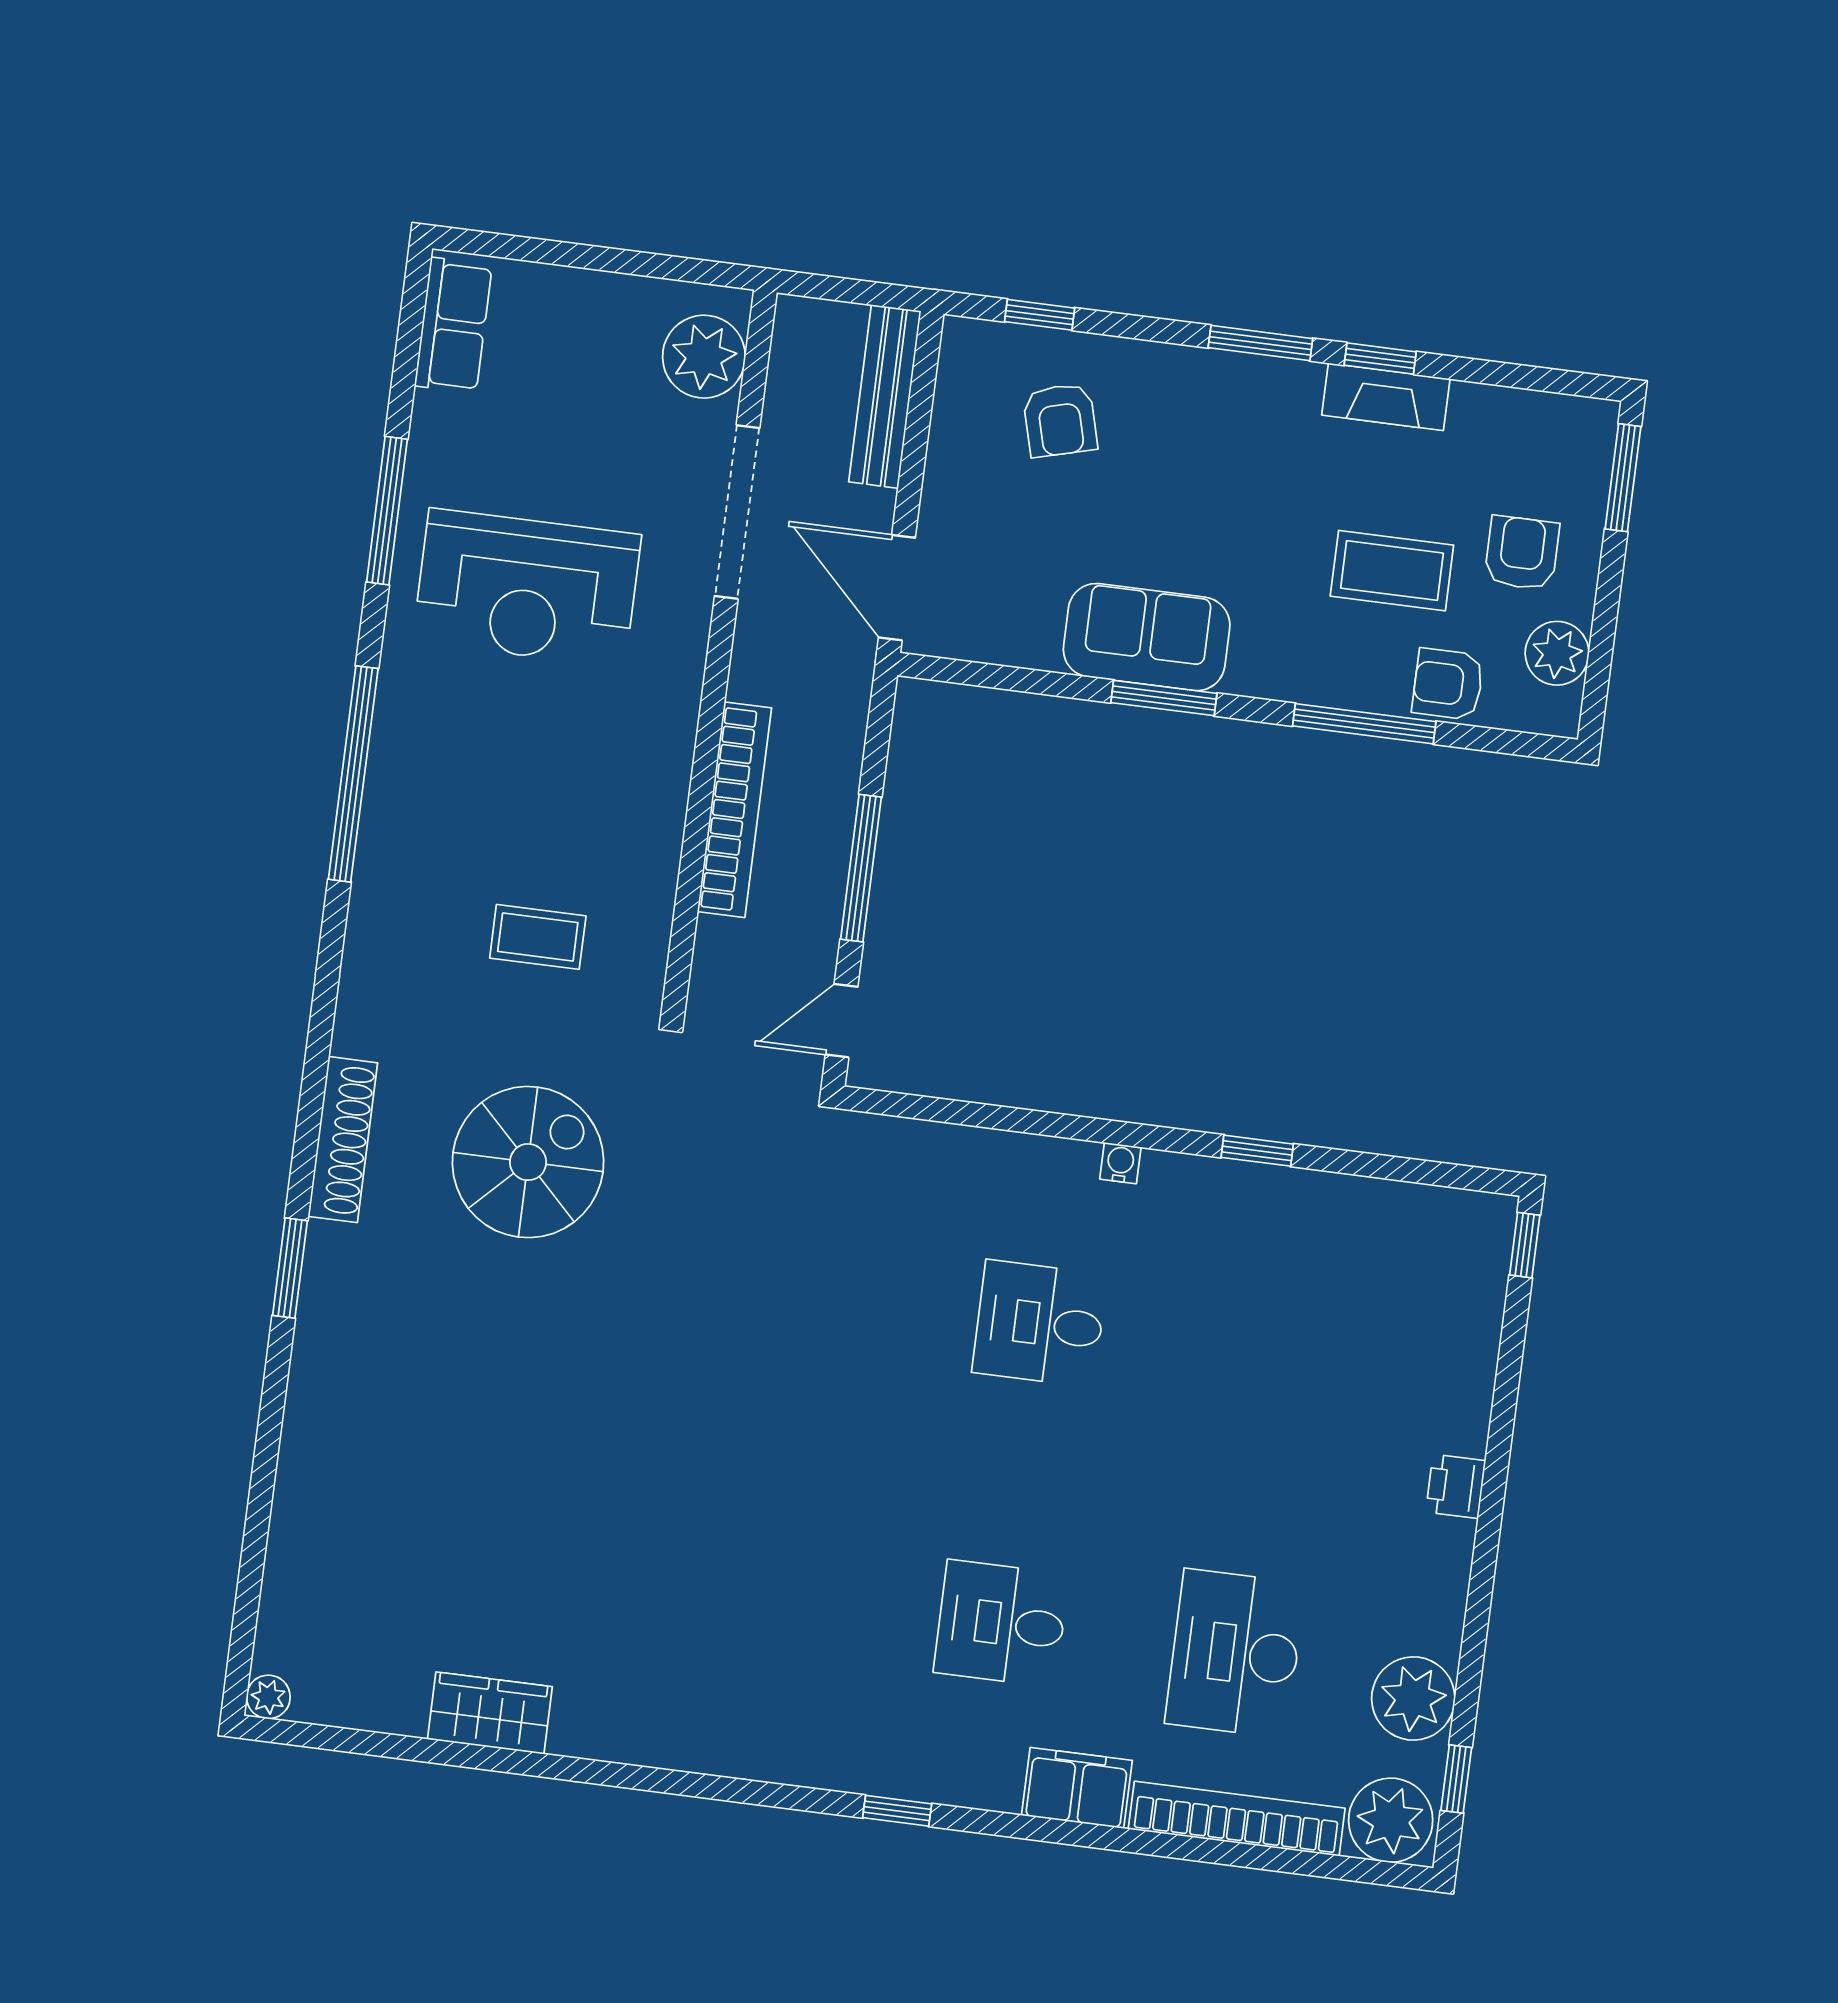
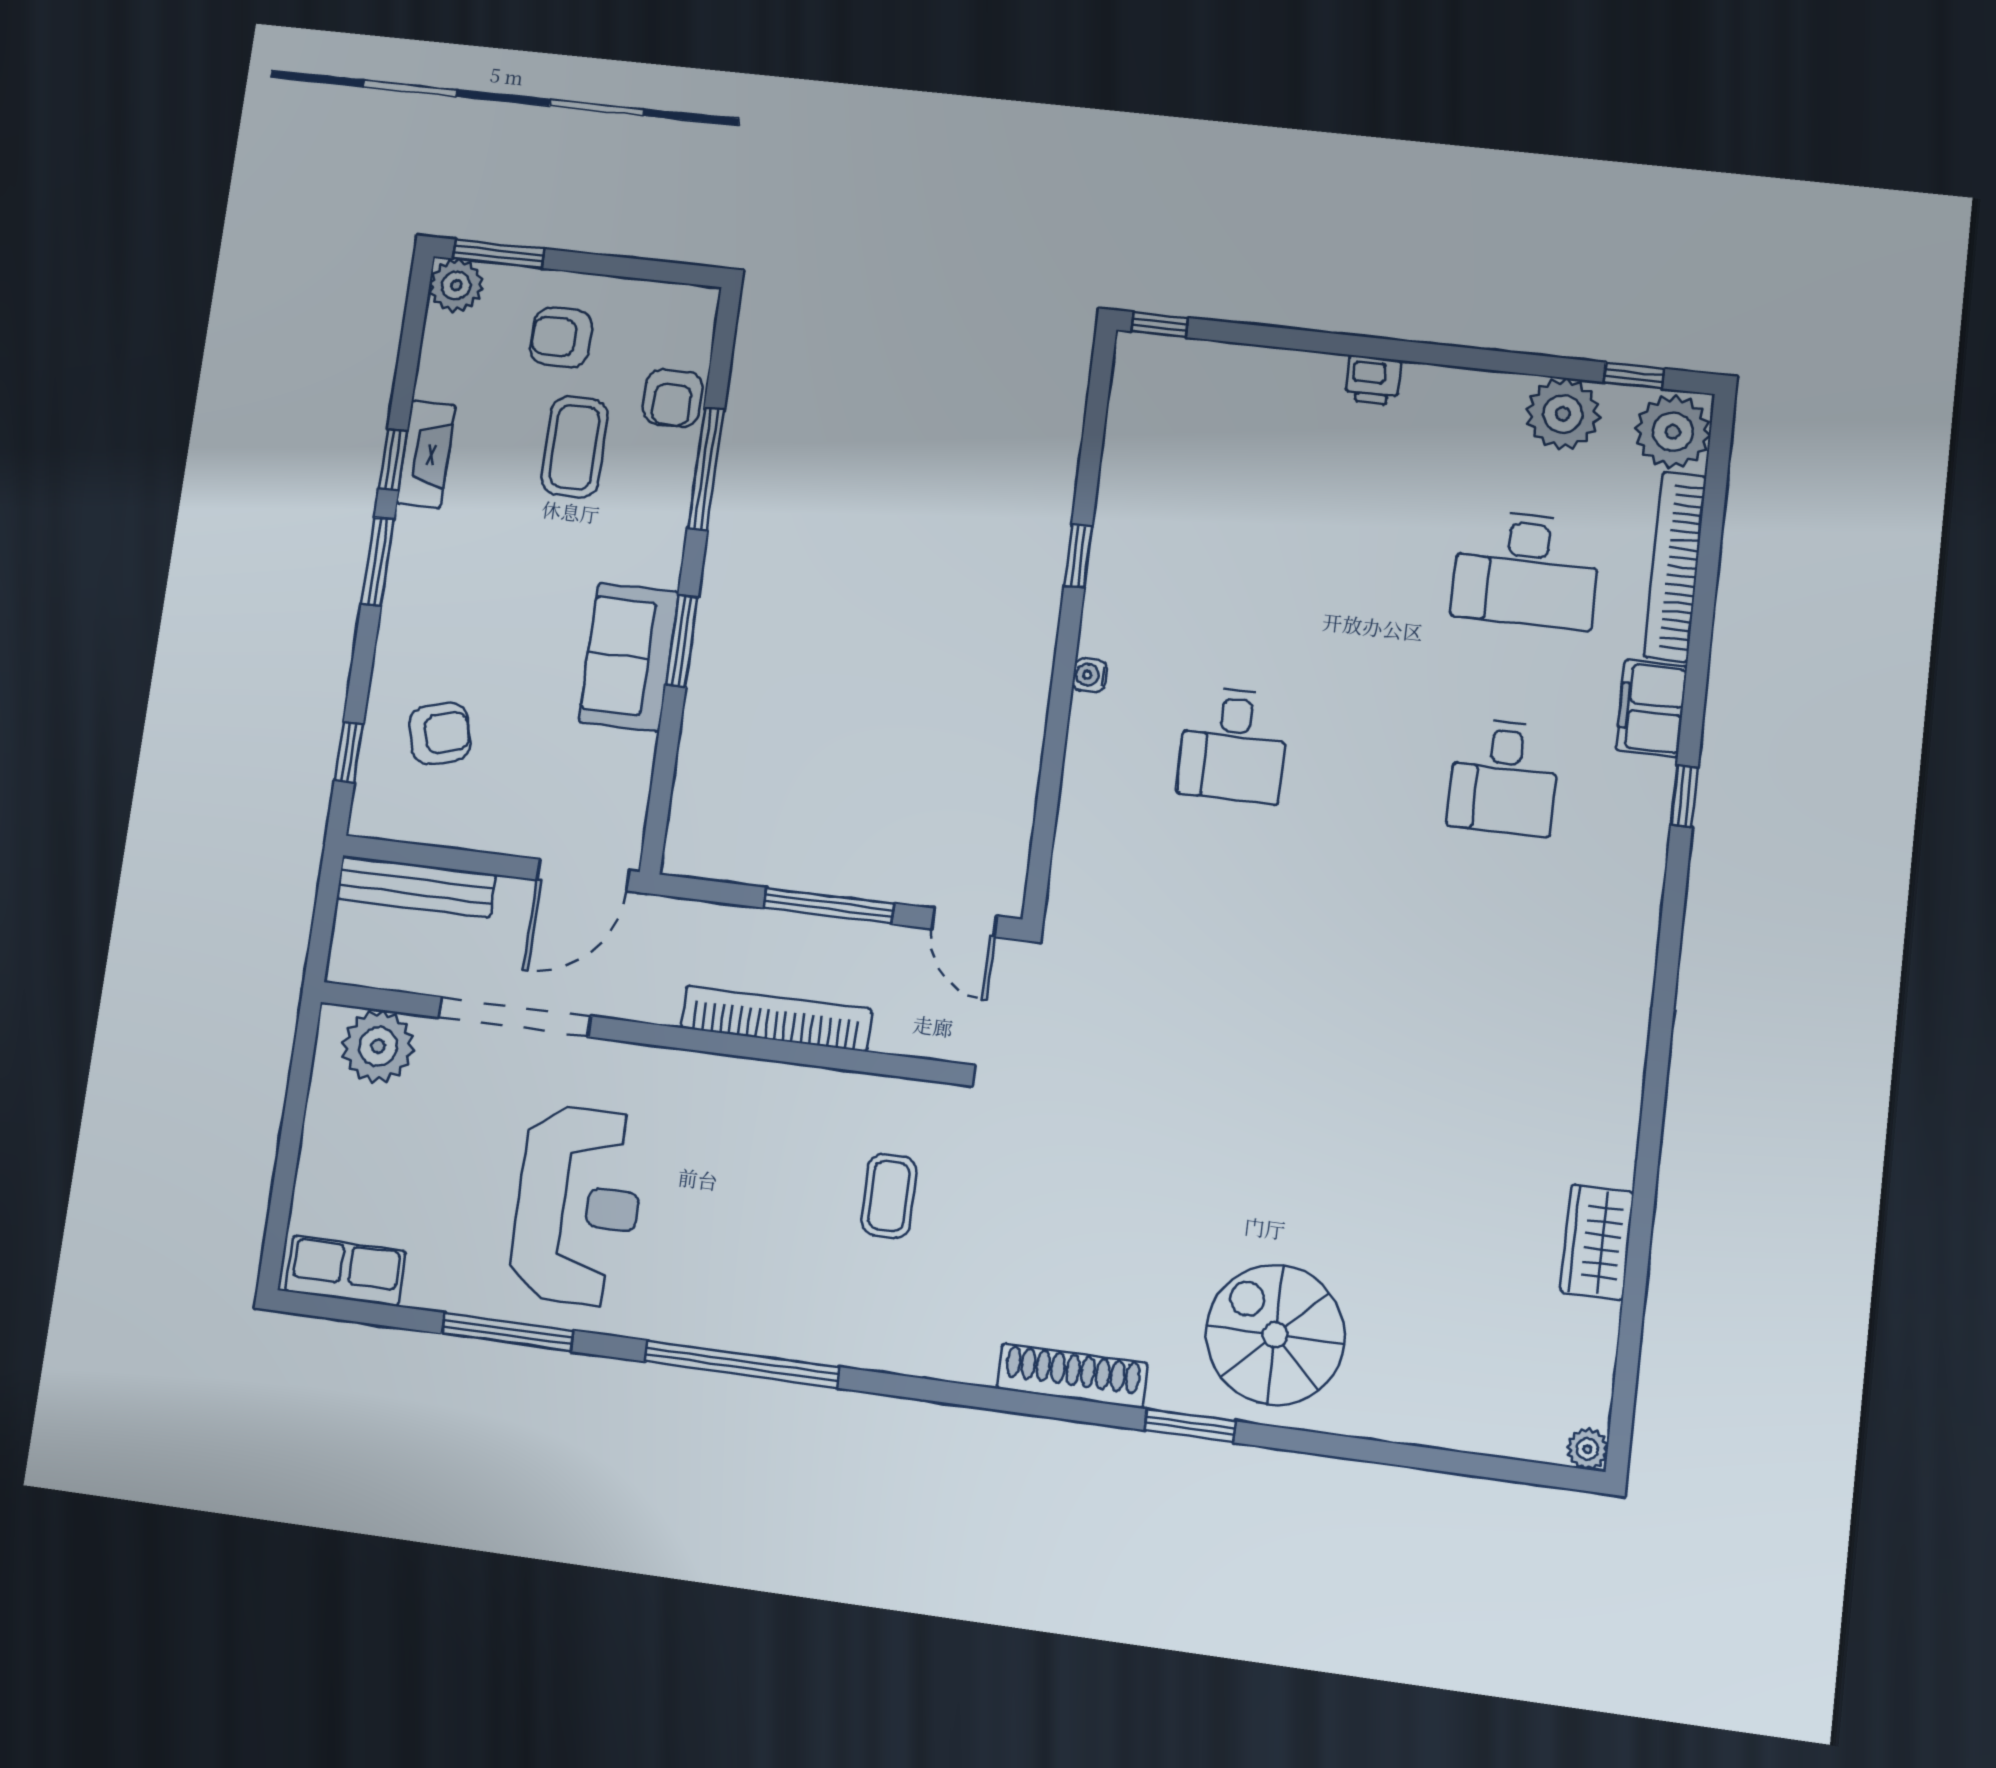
plant: (1557, 653) -> (456, 285), moved
spiral stairs: (528, 1162) -> (1275, 1335), moved
window: (897, 1811) -> (1684, 796), moved

